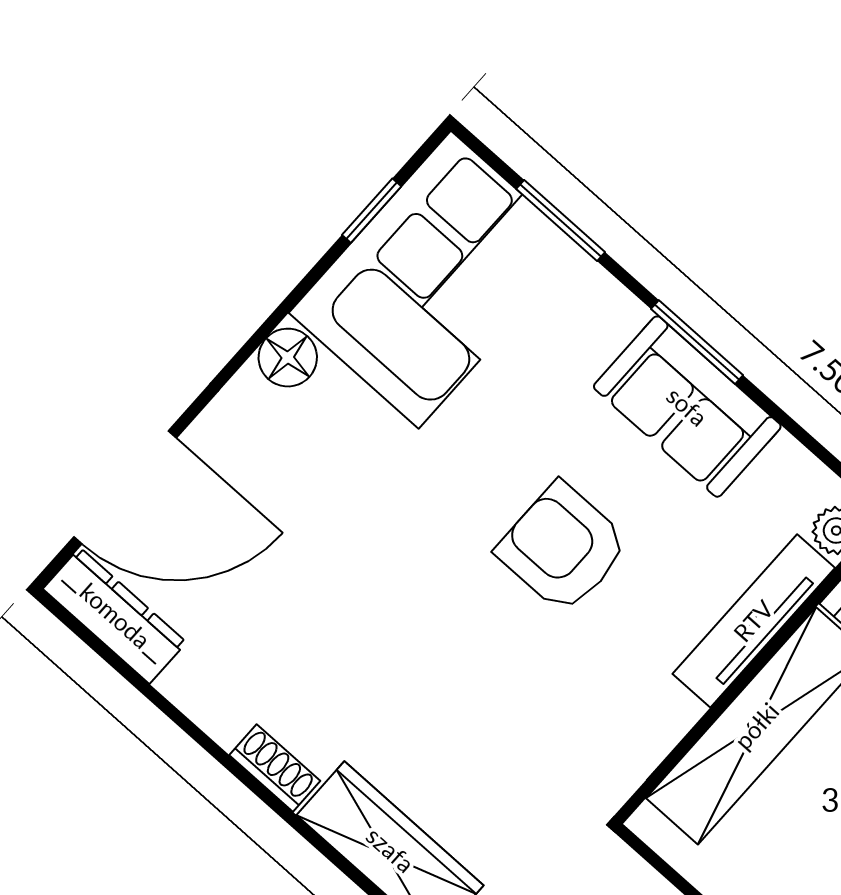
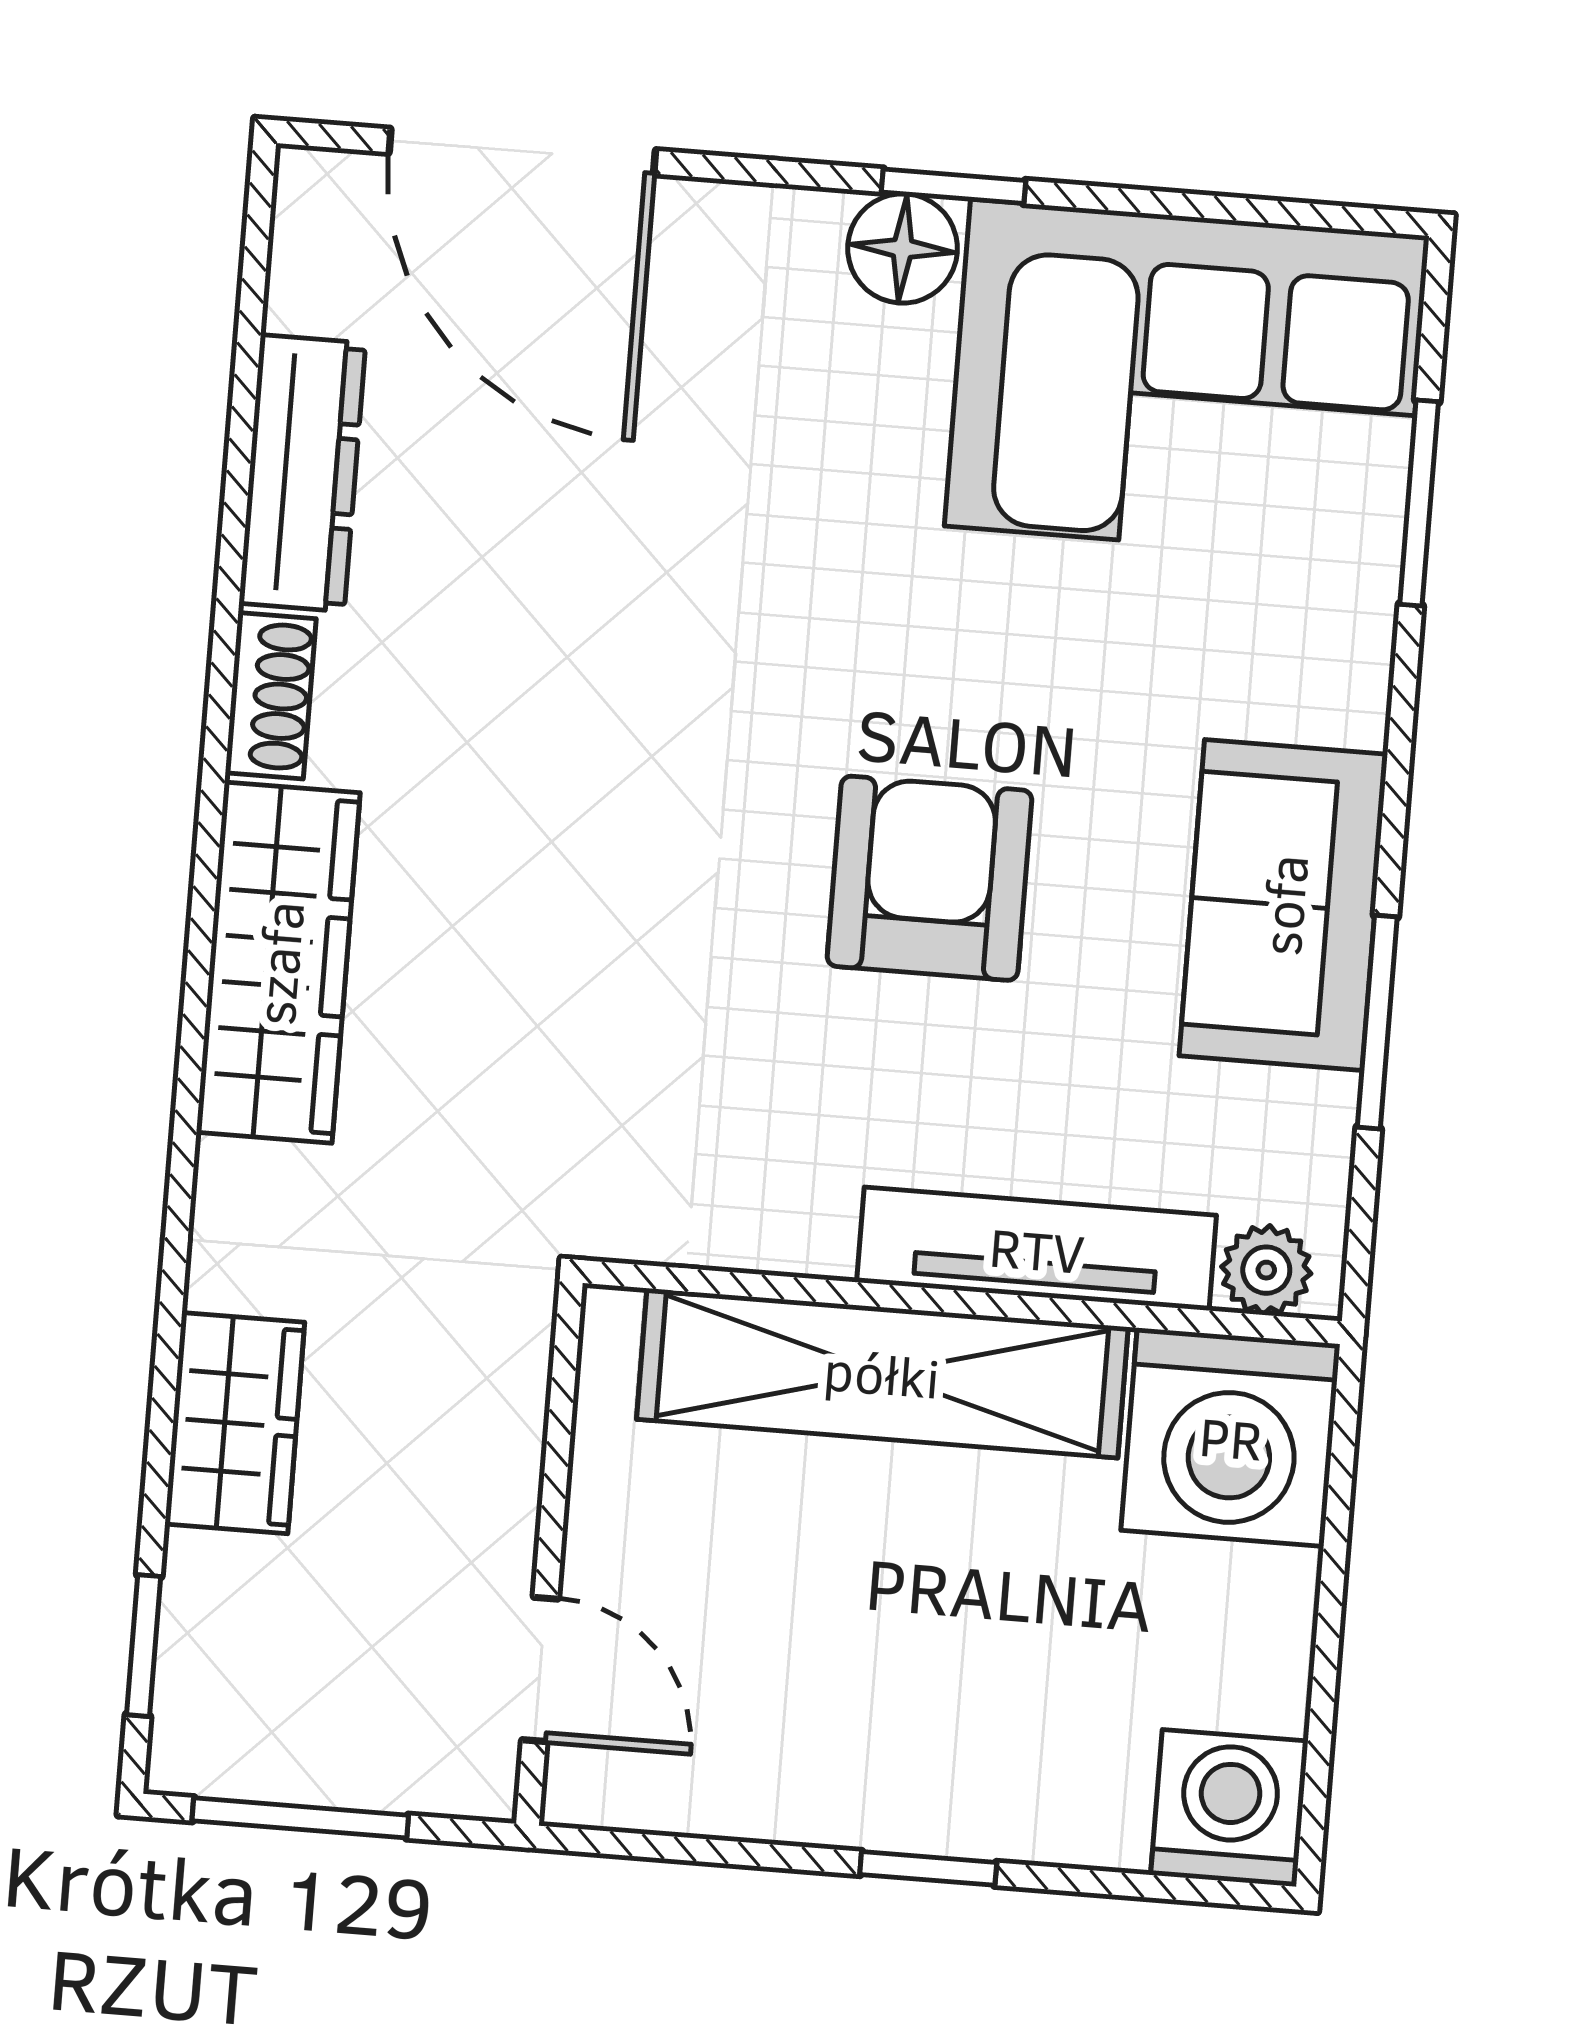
window: (372, 211) -> (954, 186), moved
window: (697, 342) -> (1377, 1022), moved
dresser: (115, 616) -> (302, 473), moved

